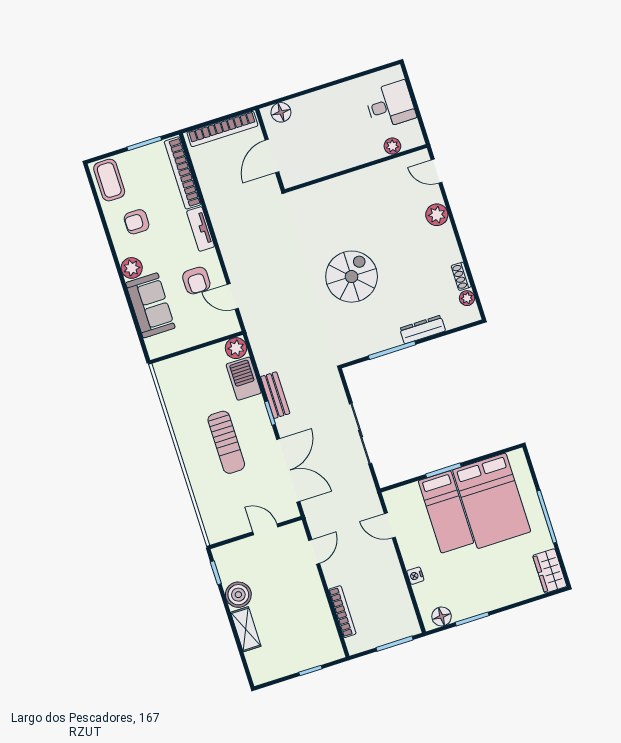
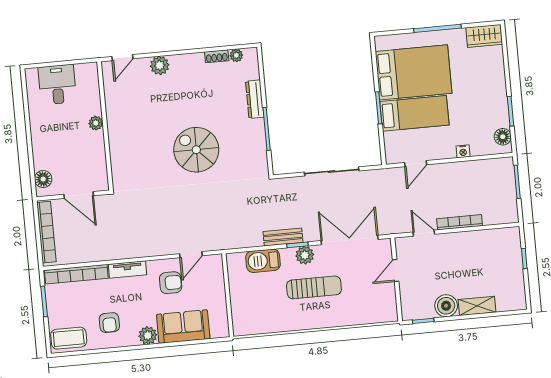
plant: (392, 146) -> (96, 123), moved
plant: (236, 348) -> (305, 255), moved
bookcase: (342, 612) -> (460, 222), moved

